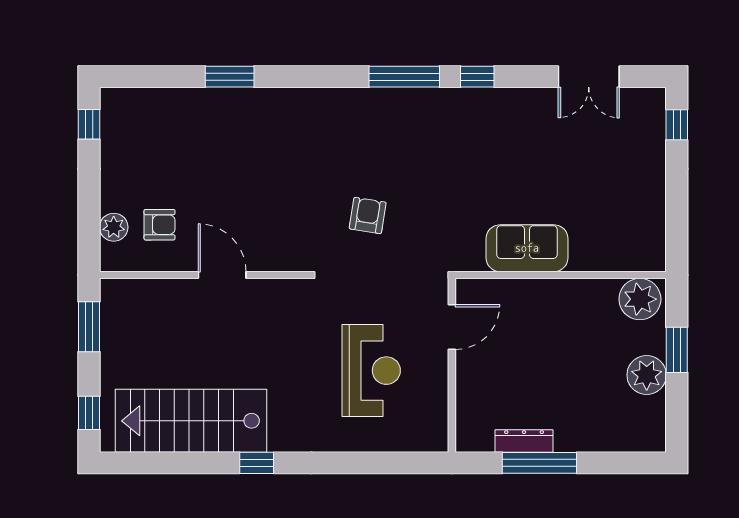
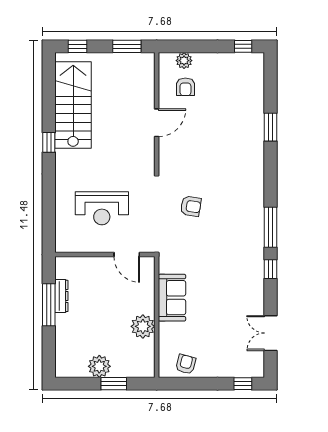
armchair: (643, 224) -> (186, 364), added
plant: (640, 299) -> (143, 326), moved

